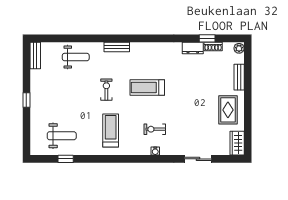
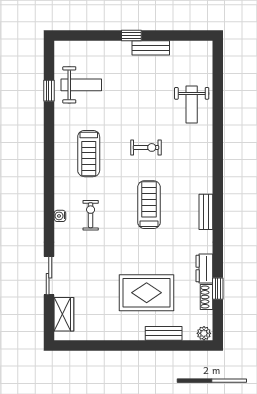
bench: (117, 47) -> (206, 212), moved
bench: (35, 55) -> (151, 48), moved
rug: (228, 110) -> (147, 293), moved, width x1.36, depth x1.43
treadmill: (111, 131) -> (89, 154), turned 90
weight bench: (62, 136) -> (81, 85), turned -90
wardrobe: (237, 143) -> (64, 314), moved, turned 90

